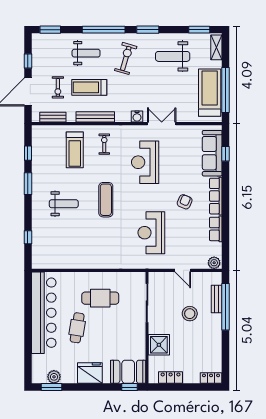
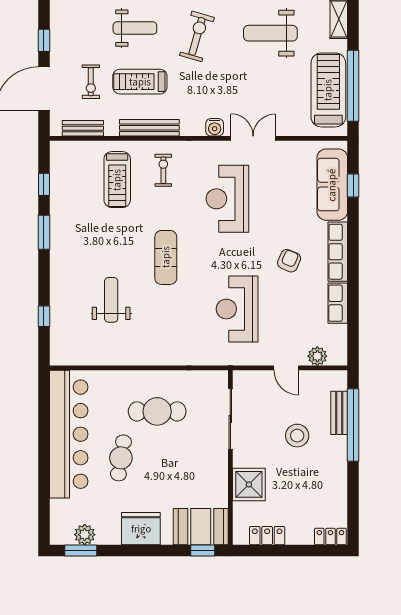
weight bench: (64, 204) -> (111, 300), moved, turned -90
plant: (214, 263) -> (317, 356), moved

